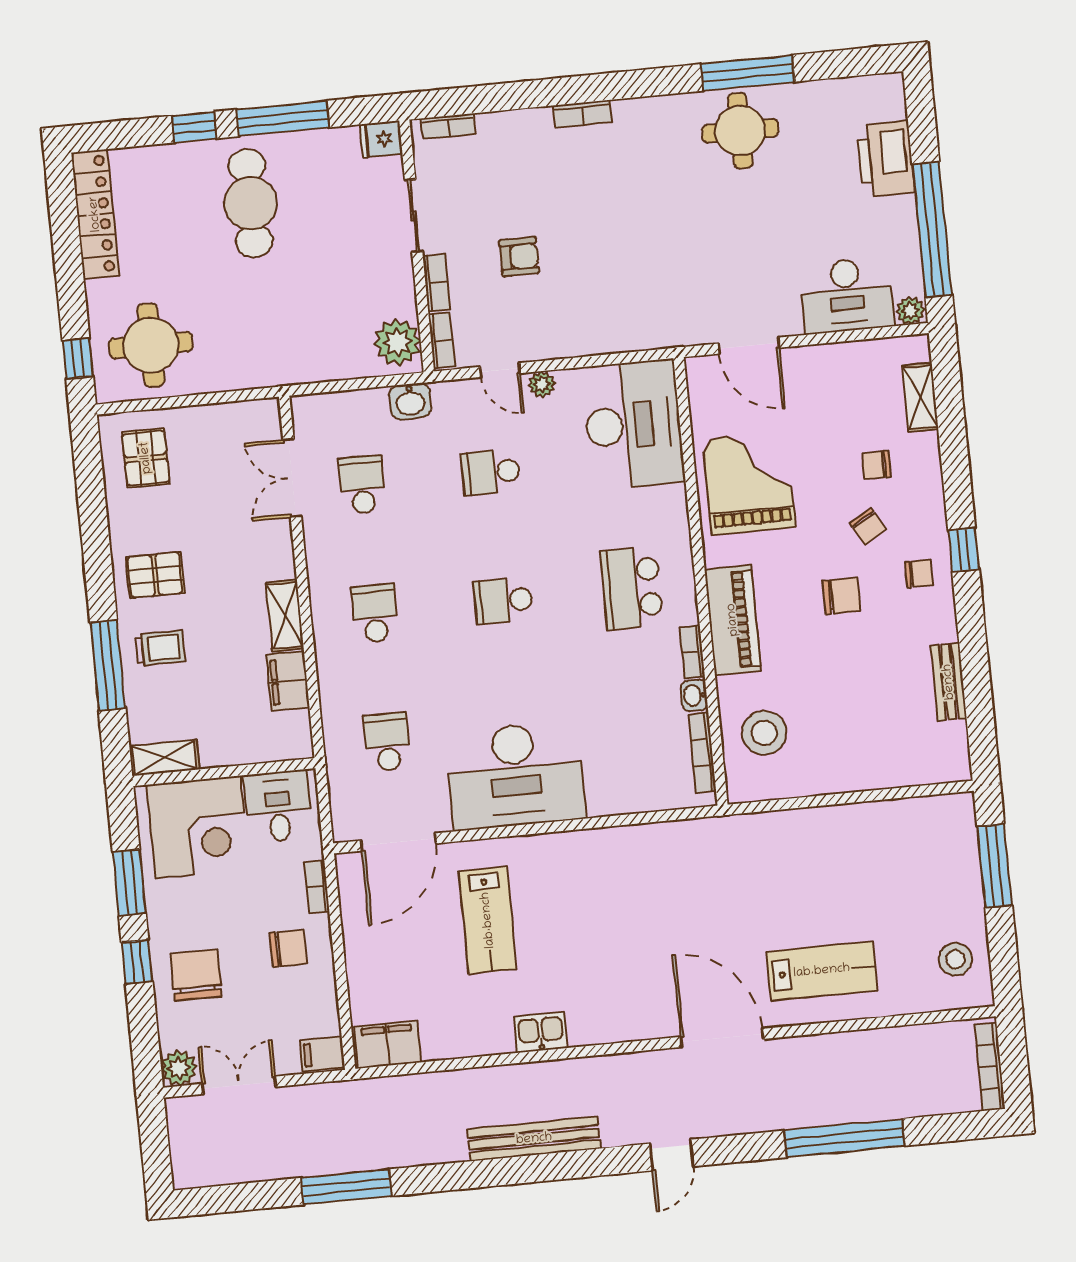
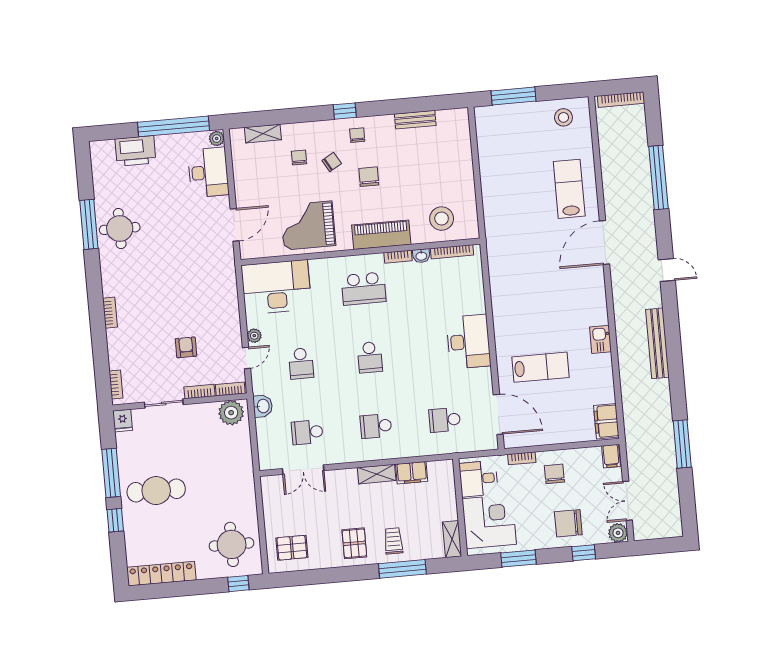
chair: (876, 465) -> (299, 157), turned 180
desk: (515, 775) -> (468, 342), width x0.73, depth x0.77
window: (137, 962) -> (584, 553), moved

